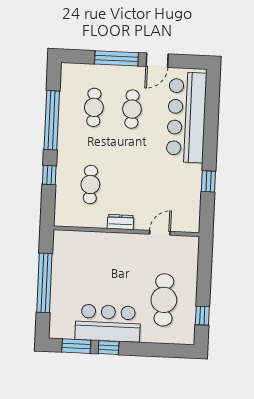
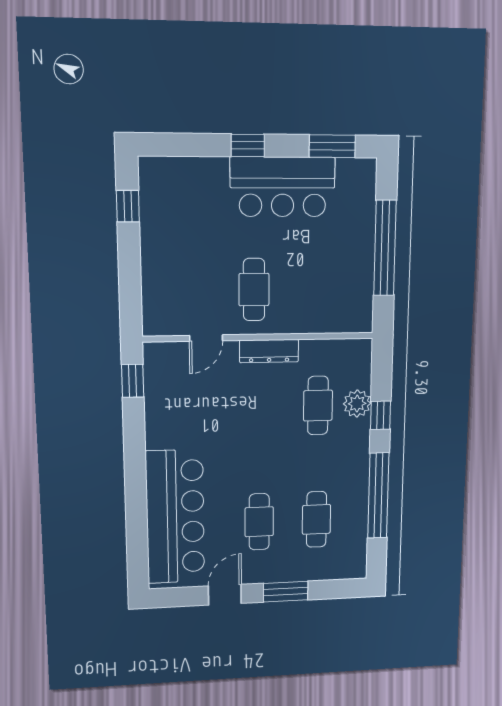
window: (116, 58) -> (286, 592), width x0.69
window: (208, 181) -> (133, 381), moved
plant: (65, 184) -> (357, 404), added
dresser: (121, 222) -> (269, 351), width x1.44
cafe table: (164, 300) -> (254, 290), moved, width x0.73, depth x0.74
window: (109, 348) -> (248, 145), moved

